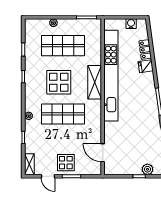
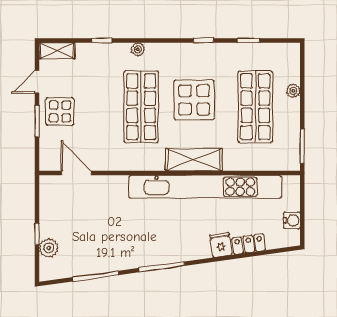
door: (103, 153) -> (76, 173), hinge flipped

